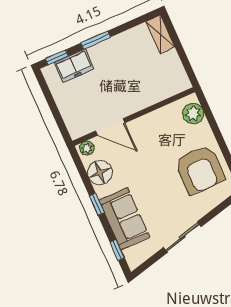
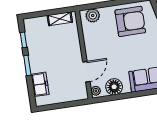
shelving: (160, 34) -> (60, 19), moved
window: (57, 57) -> (24, 40), moved
window: (97, 204) -> (134, 95), removed

